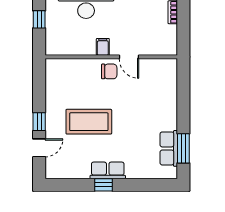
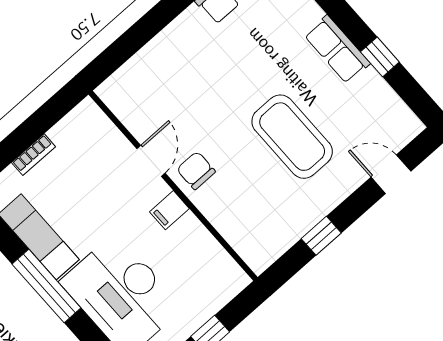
window: (39, 122) -> (321, 236), moved
window: (103, 185) -> (380, 57), moved

